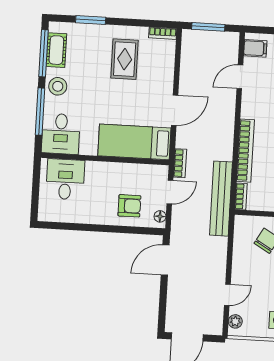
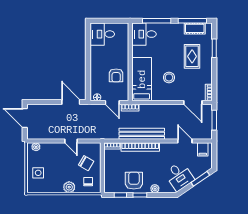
rug: (125, 59) -> (192, 56), moved, turned 90
stool: (58, 86) -> (169, 77), moved
door: (175, 110) -> (193, 103), moved
desk: (65, 179) -> (102, 34), moved, turned 180
bench: (221, 199) -> (142, 134), moved
armchair: (129, 206) -> (116, 75), moved
door: (227, 295) -> (71, 141), moved

